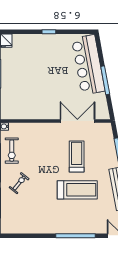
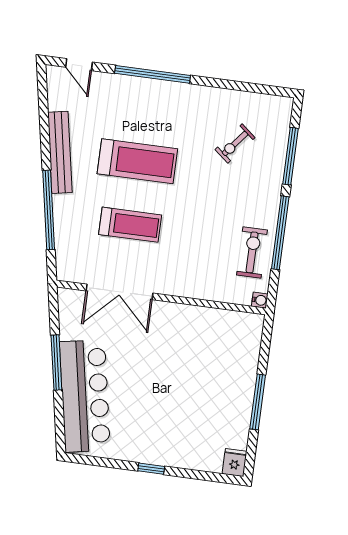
treadmill: (77, 156) -> (130, 225), turned -90
exercise bike: (19, 183) -> (235, 144), moved
treadmill: (77, 190) -> (137, 161), turned 180

